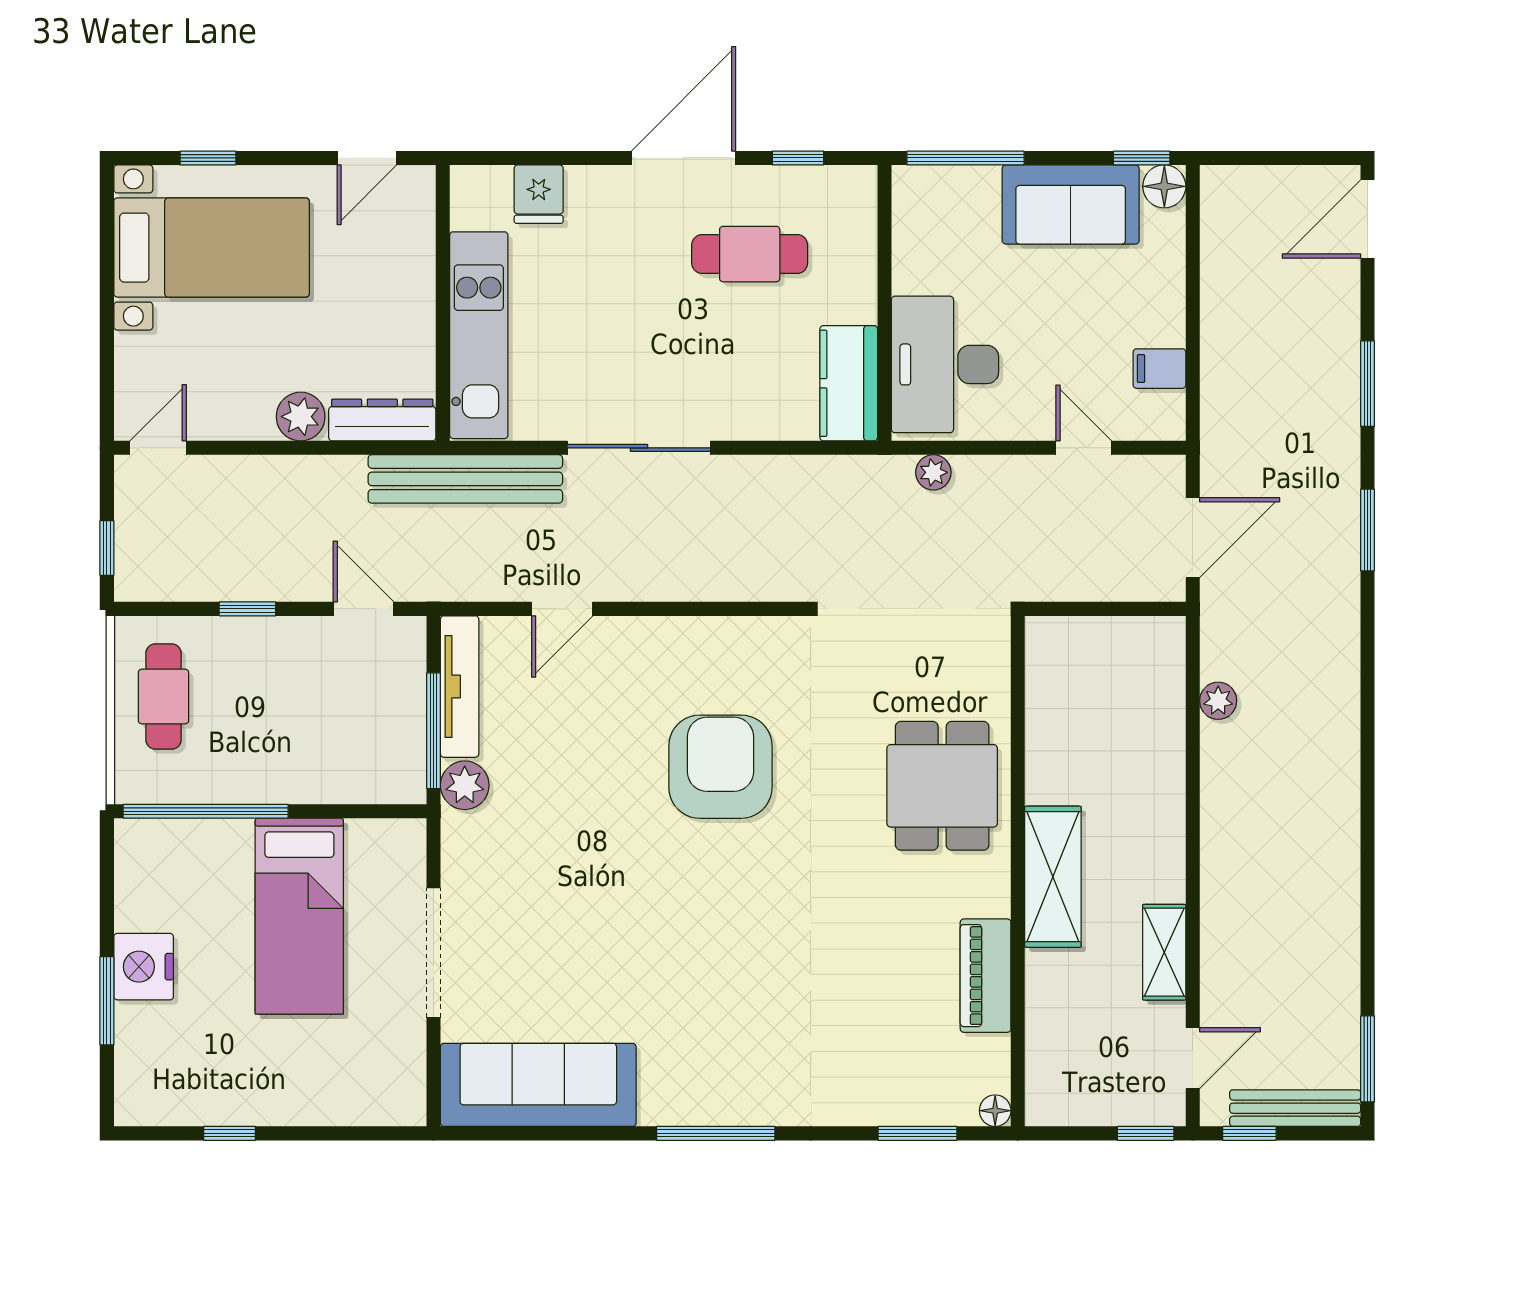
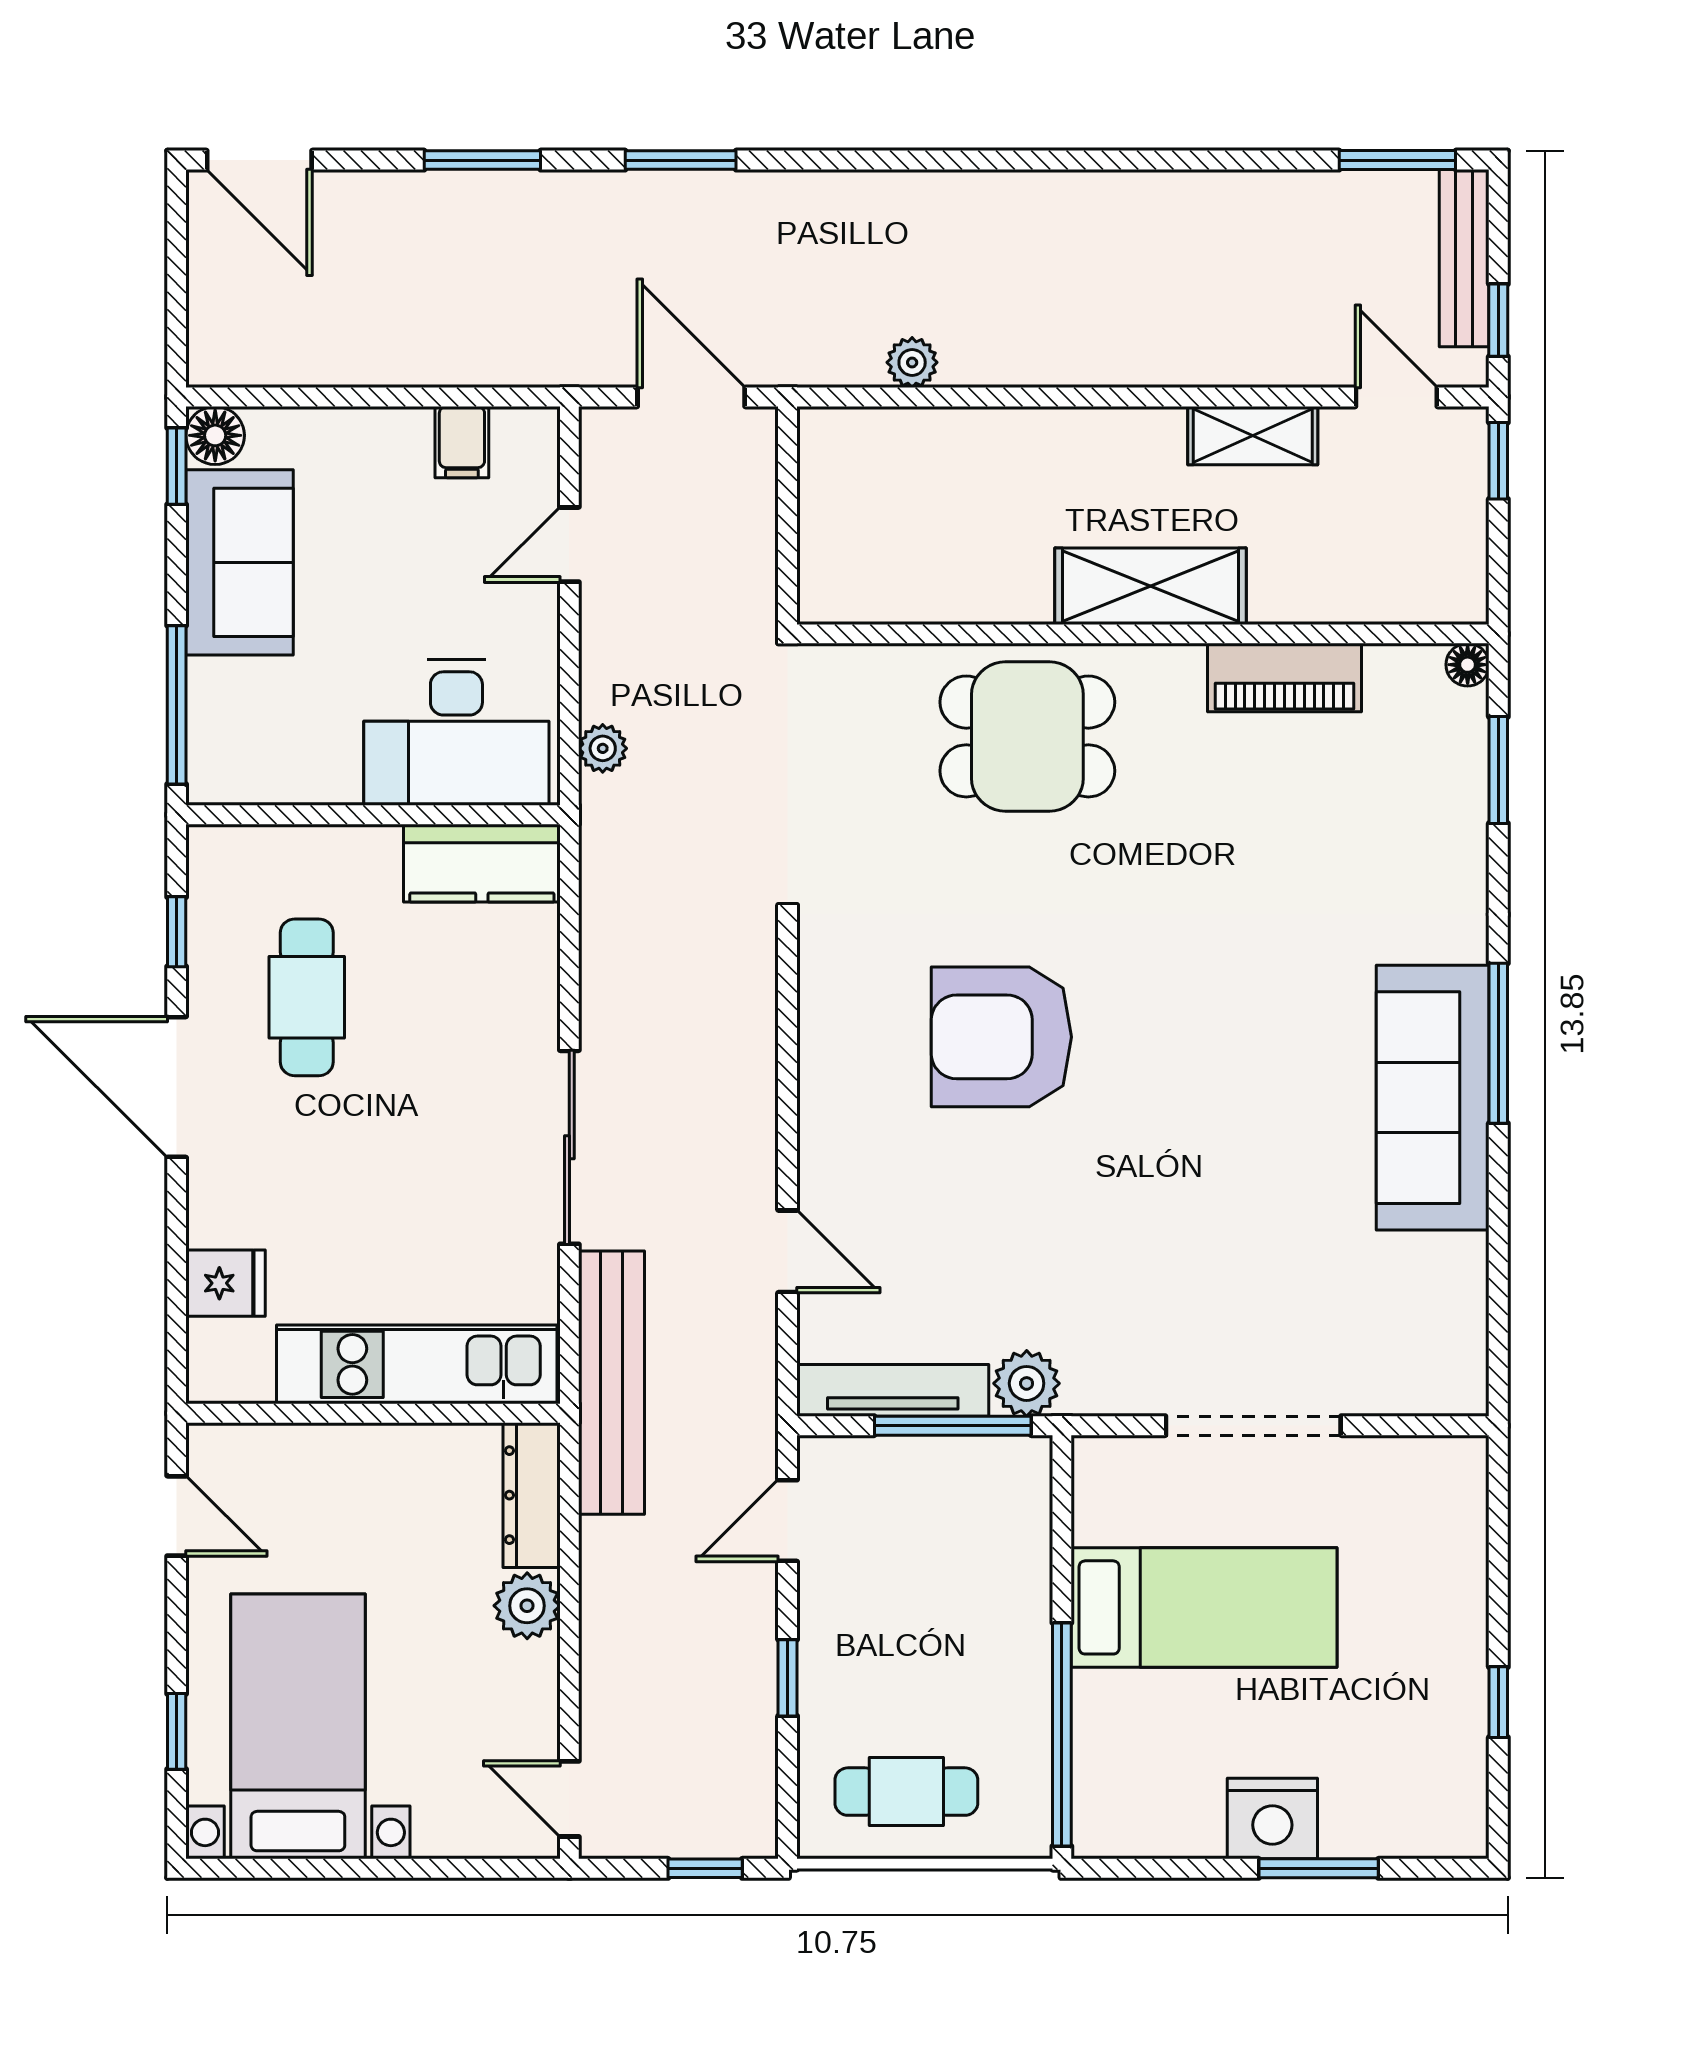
sofa: (538, 1085) -> (1433, 1098), moved

